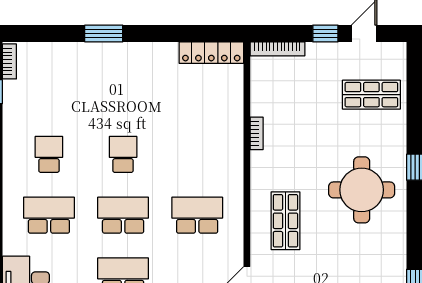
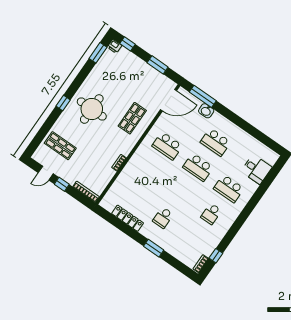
locker: (211, 53) -> (128, 218), moved
school desk: (123, 154) -> (163, 218), moved

